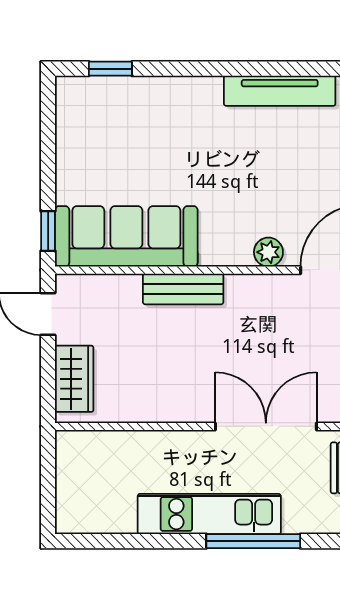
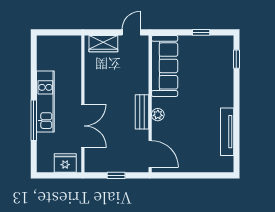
window: (48, 231) -> (201, 32), moved
plant: (268, 252) -> (158, 115), moved
bench: (183, 289) -> (142, 112), moved

